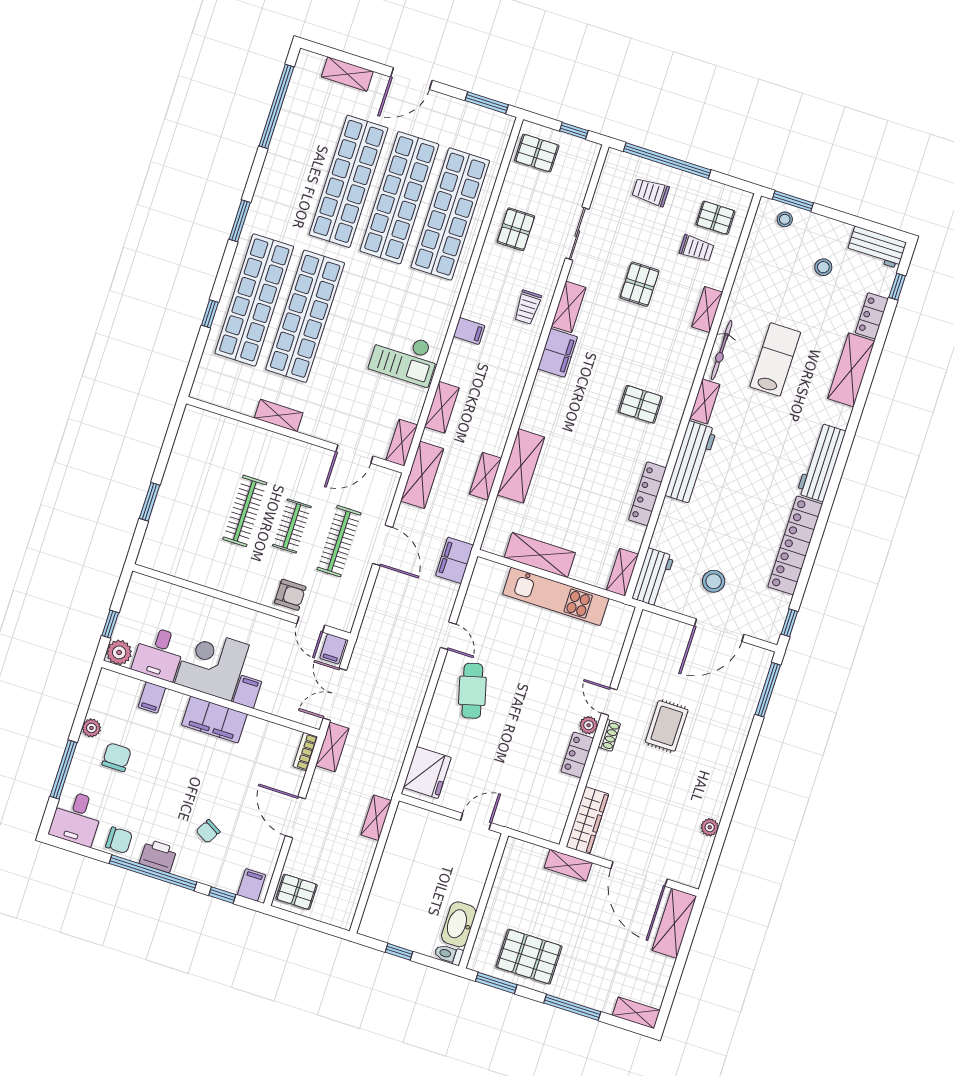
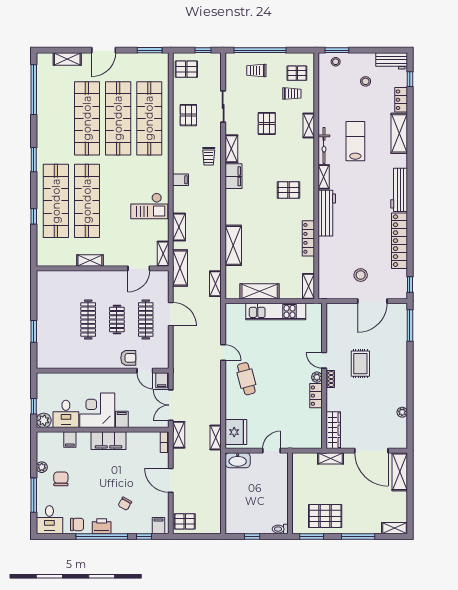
shelving: (485, 476) -> (215, 284), moved
filing cabinet: (455, 560) -> (213, 310), removed
workbench: (653, 577) -> (326, 284), removed
shelving: (376, 818) -> (216, 437), moved
washbasin: (459, 924) -> (238, 460), moved, turned -90

